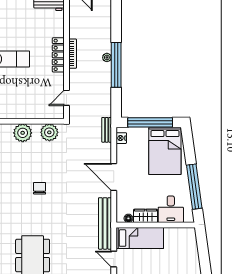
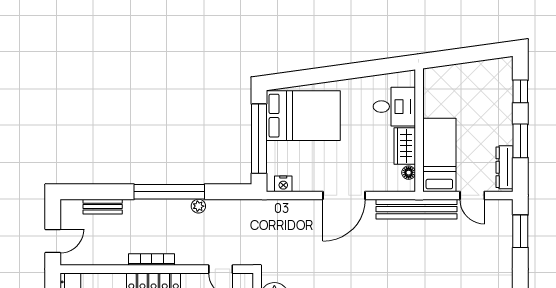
plant: (107, 57) -> (198, 206), moved
bench: (107, 130) -> (103, 207), moved
window: (194, 187) -> (359, 70), removed
door: (114, 259) -> (472, 195), hinge flipped

